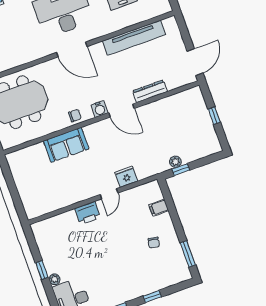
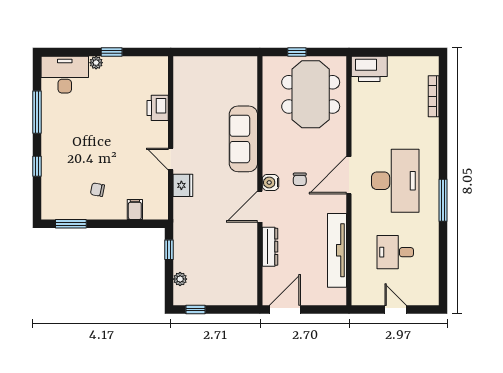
door: (195, 62) -> (285, 309), swing flipped
chair: (75, 116) -> (300, 179), moved
window: (214, 116) -> (196, 309), moved
sofa: (66, 145) -> (243, 139), width x1.36
plant: (175, 162) -> (180, 279), moved
printer: (88, 213) -> (158, 108), moved

